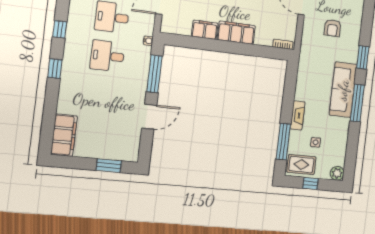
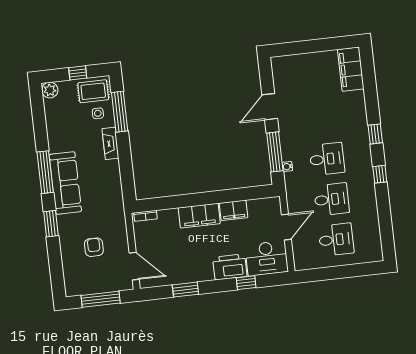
water cooler: (148, 41) -> (287, 167), moved
side table: (316, 142) -> (98, 113), moved
window: (109, 166) -> (299, 48), removed

